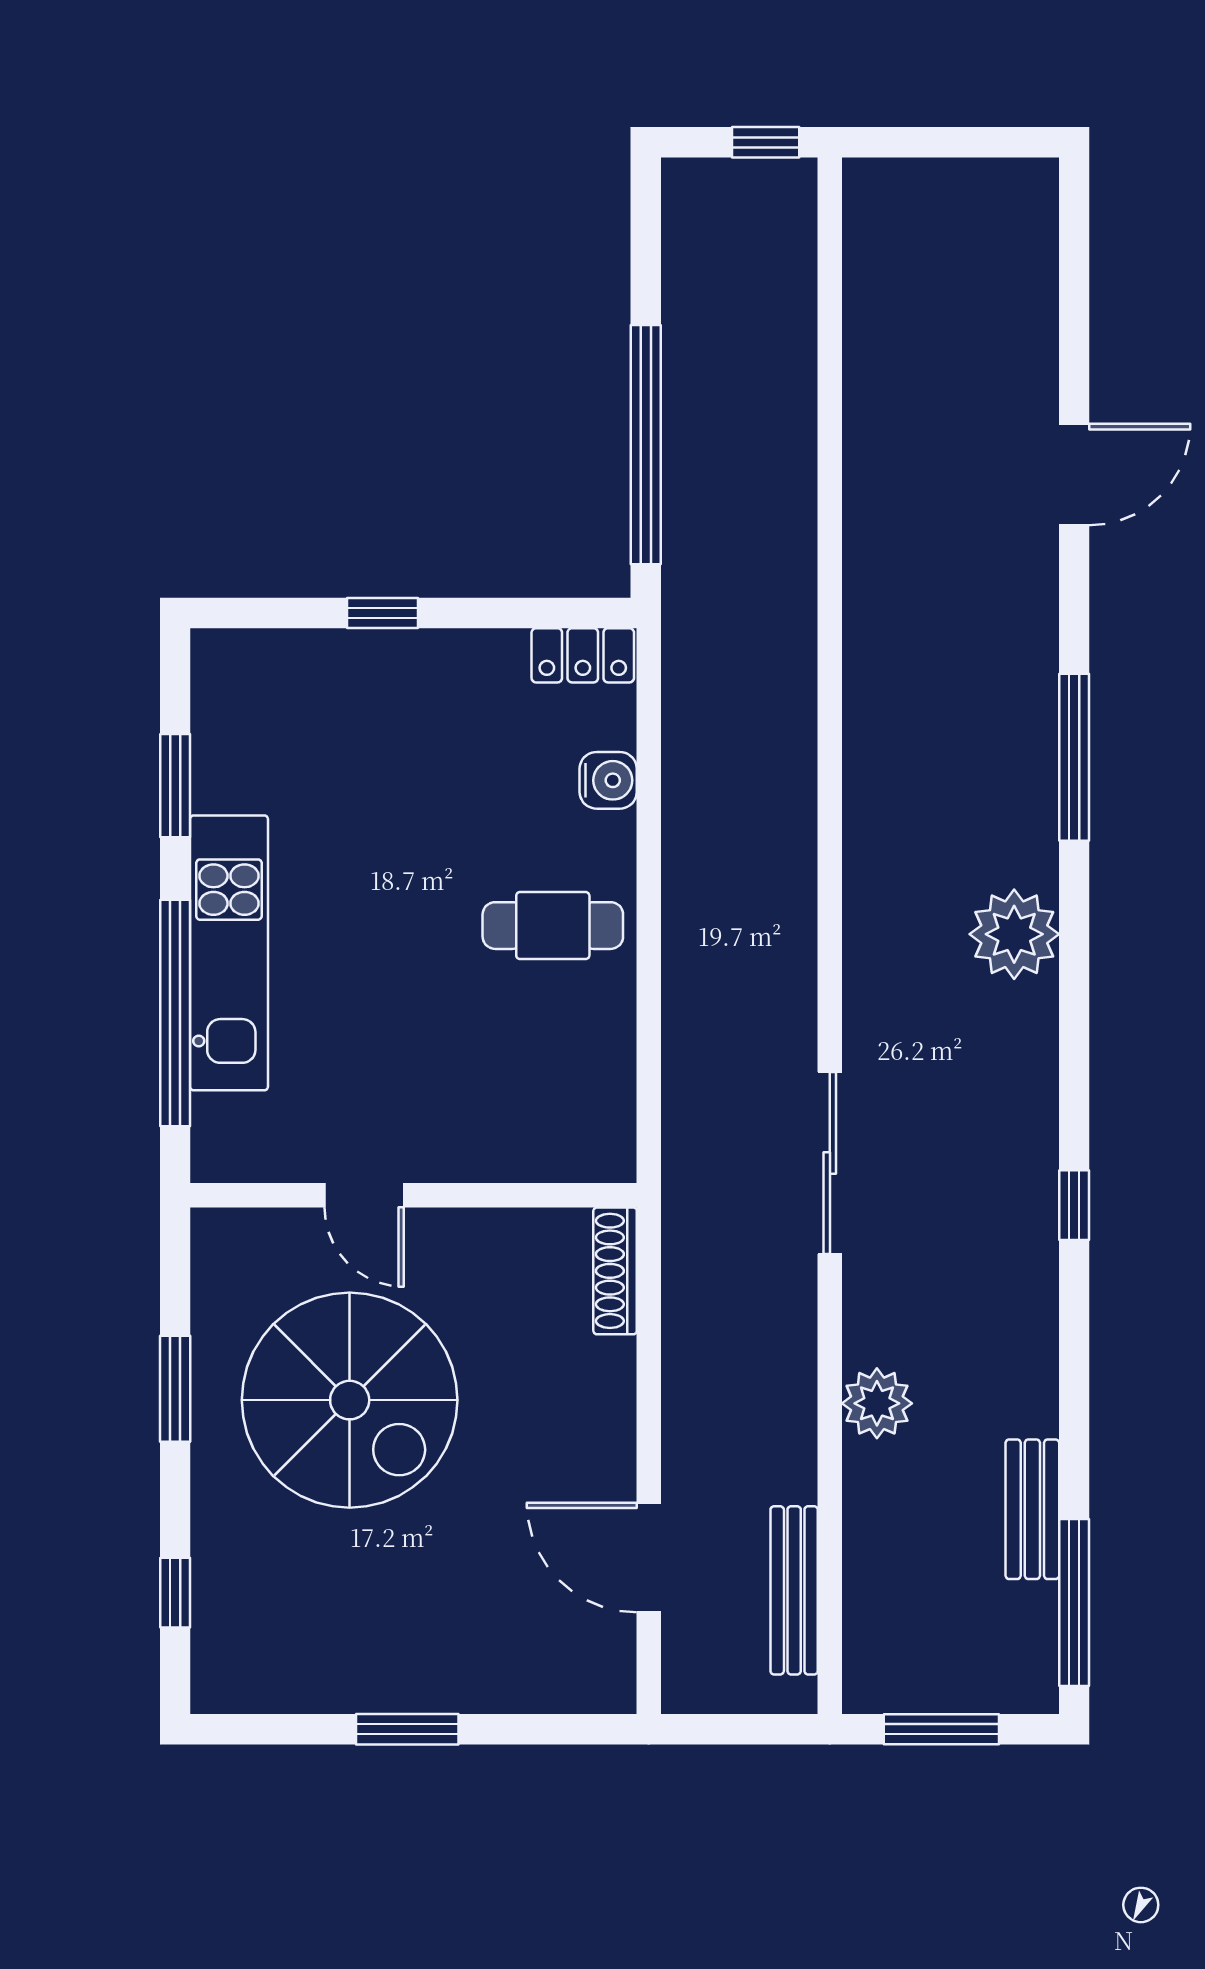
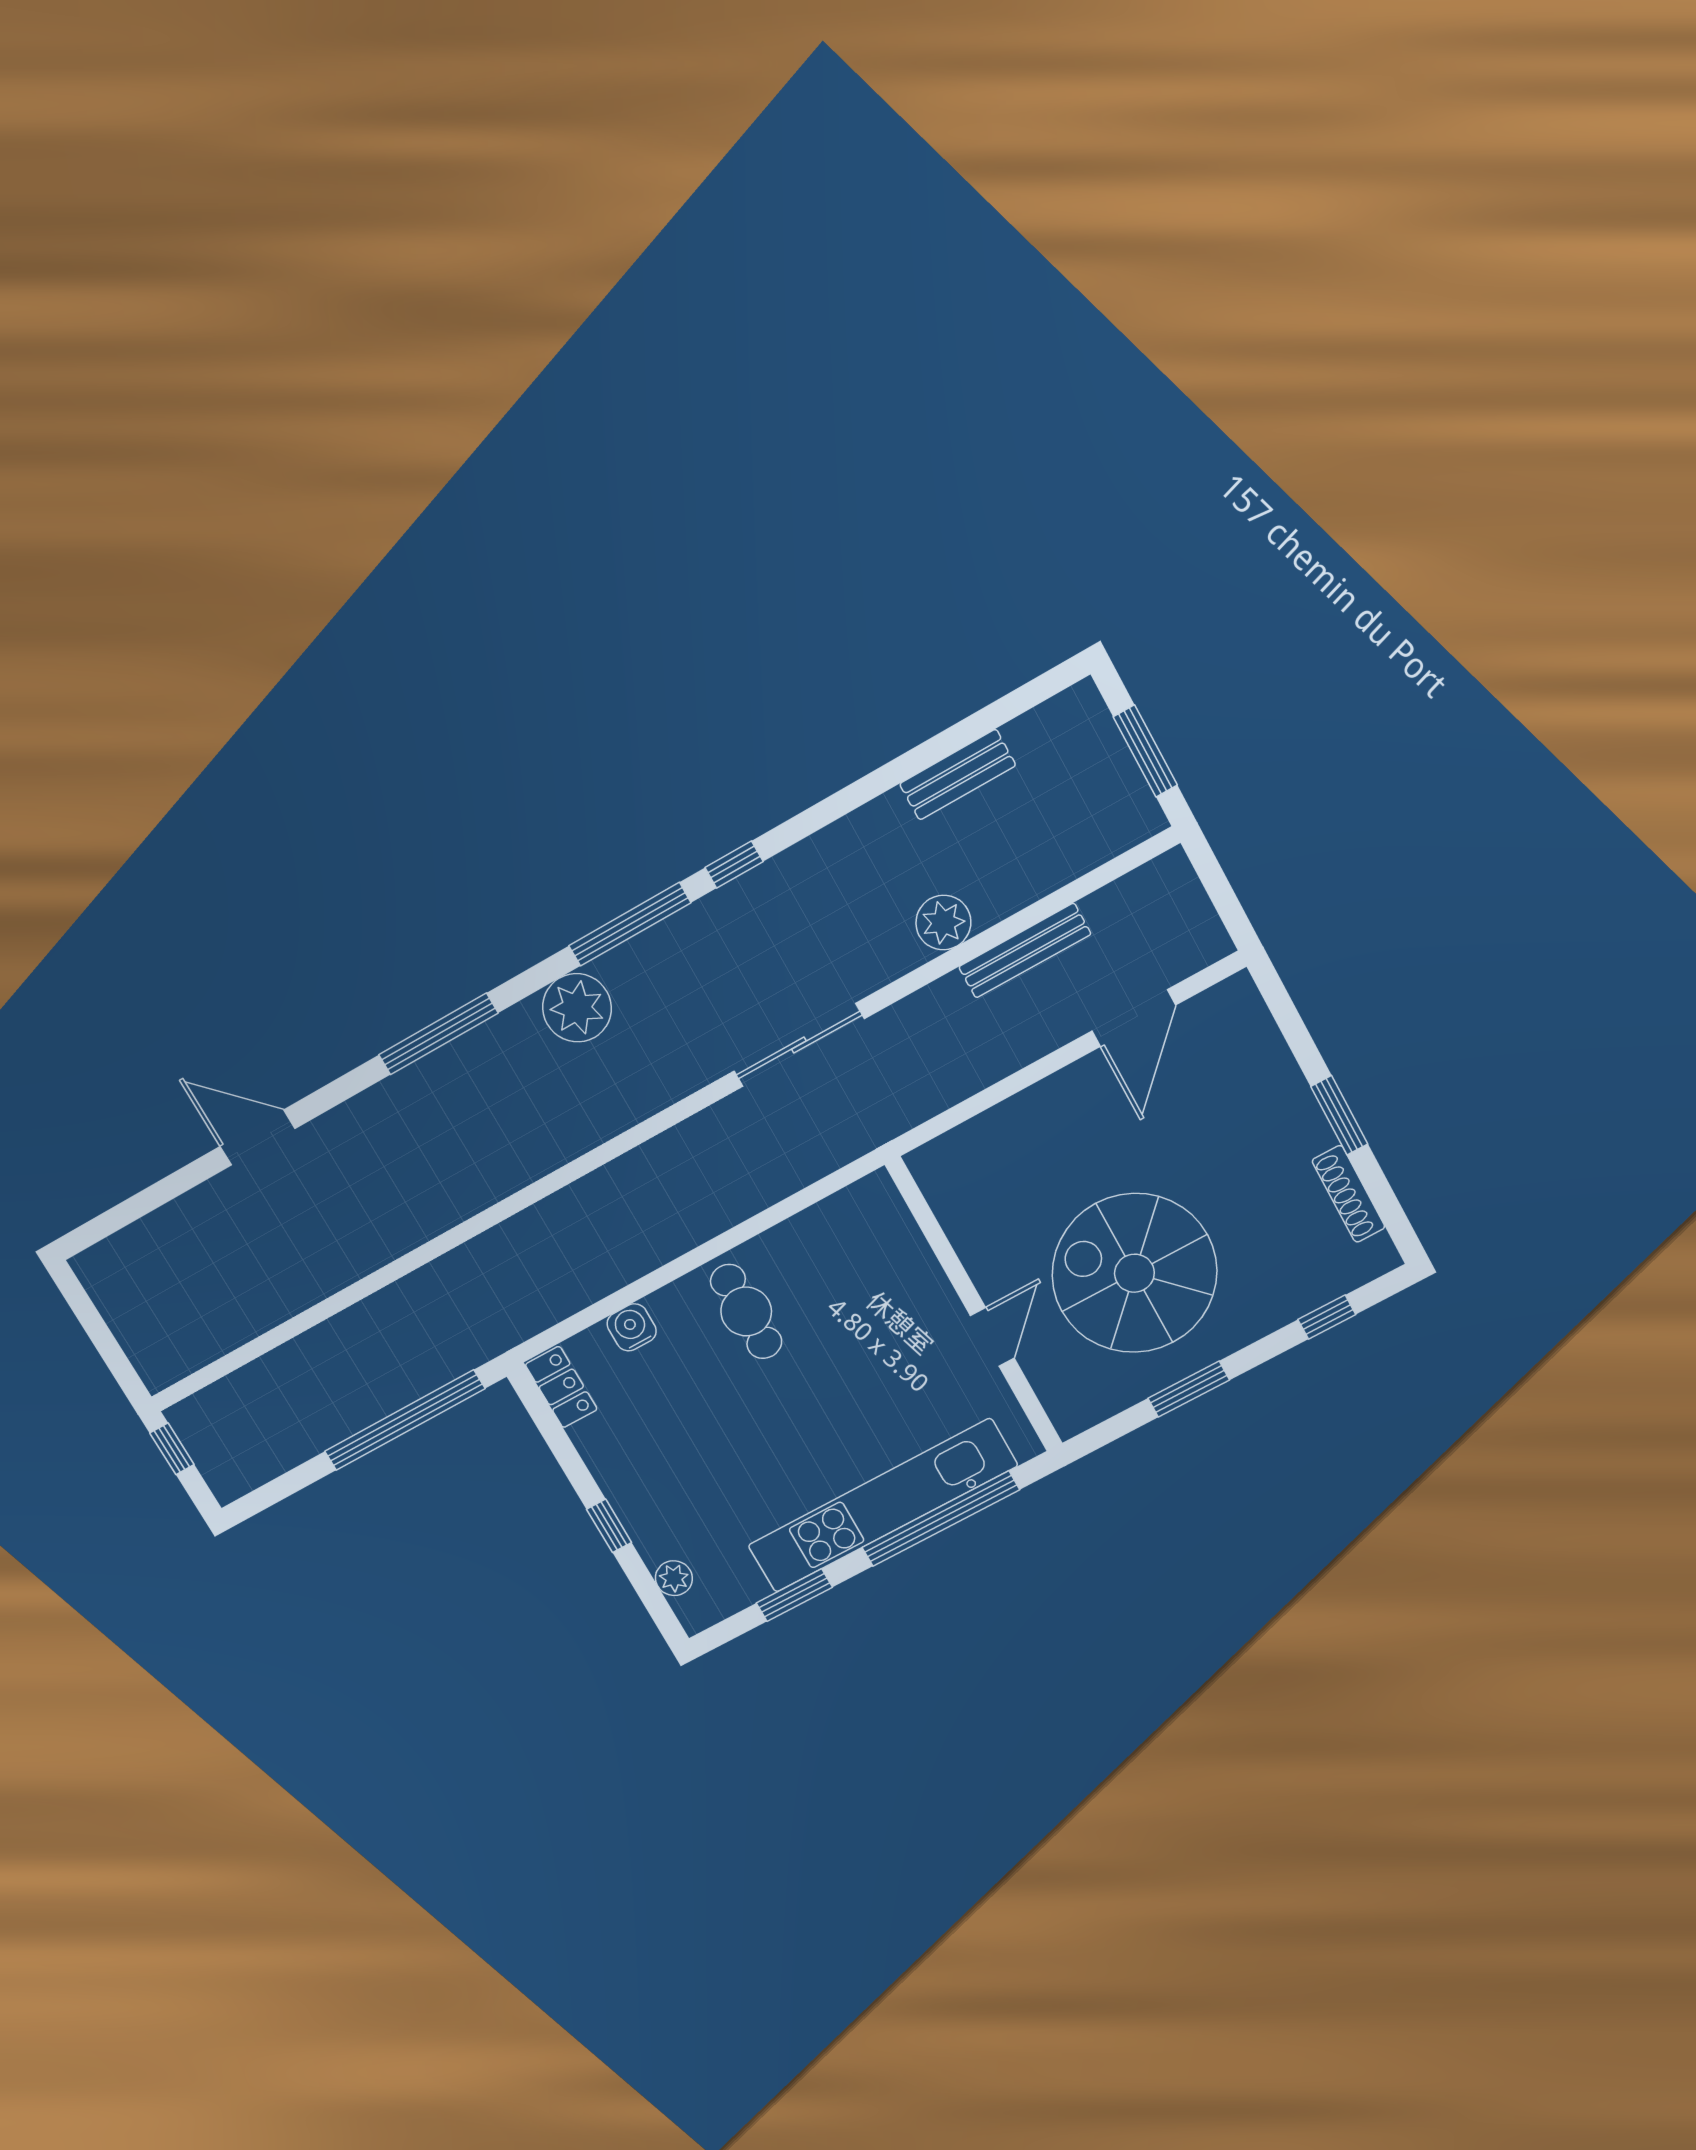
plant: (275, 653) -> (674, 1578), added
kitchen unit: (229, 953) -> (882, 1506), width x1.36
shoe rack: (615, 1271) -> (1349, 1194), moved, turned 90
spiral stairs: (350, 1400) -> (1134, 1273), turned -90
bench: (794, 1590) -> (1025, 951), moved
window: (1074, 1603) -> (630, 924), moved

